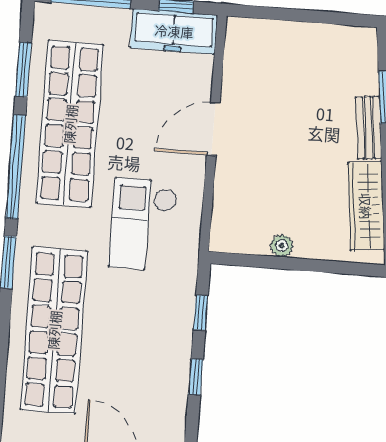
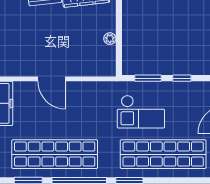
checkout: (143, 224) -> (141, 112), moved
window: (201, 313) -> (148, 78), width x1.50

